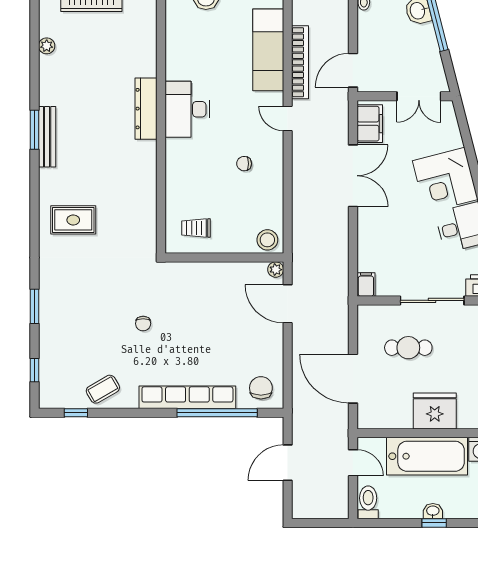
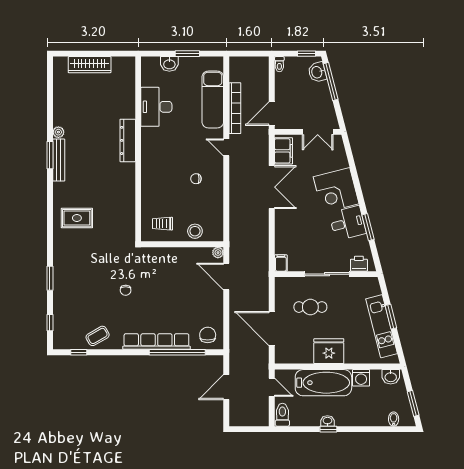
plant: (47, 46) -> (58, 132), moved
desk: (187, 109) -> (156, 107), moved
stool: (267, 240) -> (195, 231), moved

